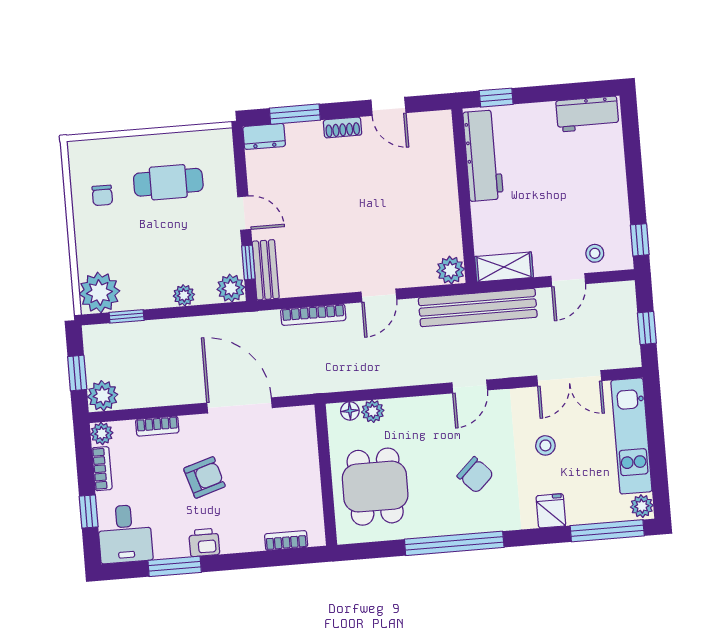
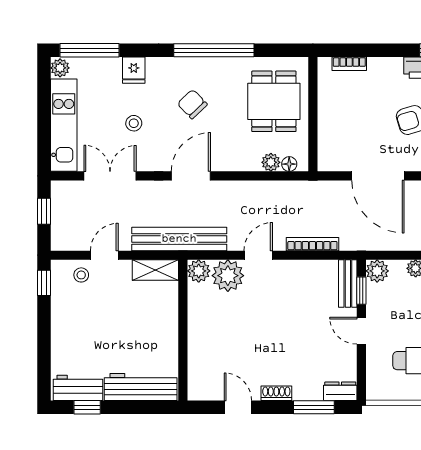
window: (496, 98) -> (87, 407), moved
workbench: (483, 156) -> (141, 387), moved, turned 90
plant: (414, 267) -> (228, 276), added
door: (470, 386) -> (191, 176), width x1.38

